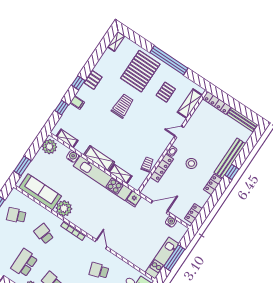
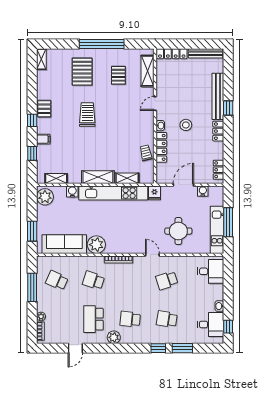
pallet: (140, 71) -> (82, 72), width x0.73, depth x0.71
school desk: (16, 215) -> (57, 280), turned 45
round table: (132, 239) -> (178, 231), added

